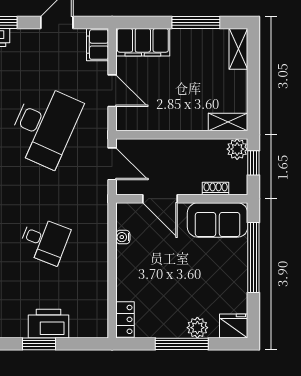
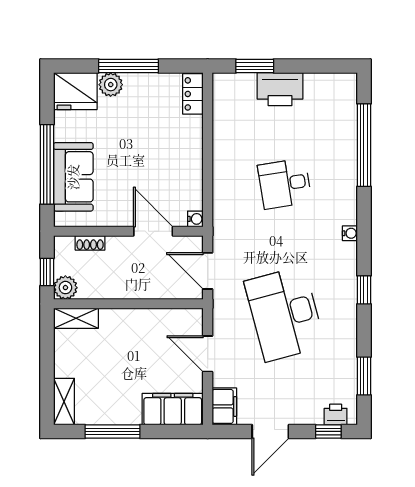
desk: (44, 126) -> (285, 314), turned -39
sofa: (218, 220) -> (73, 177), moved, turned 90
water cooler: (123, 237) -> (195, 219), moved
desk: (44, 240) -> (285, 184), turned -30
fridge: (234, 326) -> (75, 91), width x1.36, depth x1.34
window: (39, 344) -> (255, 66), moved

